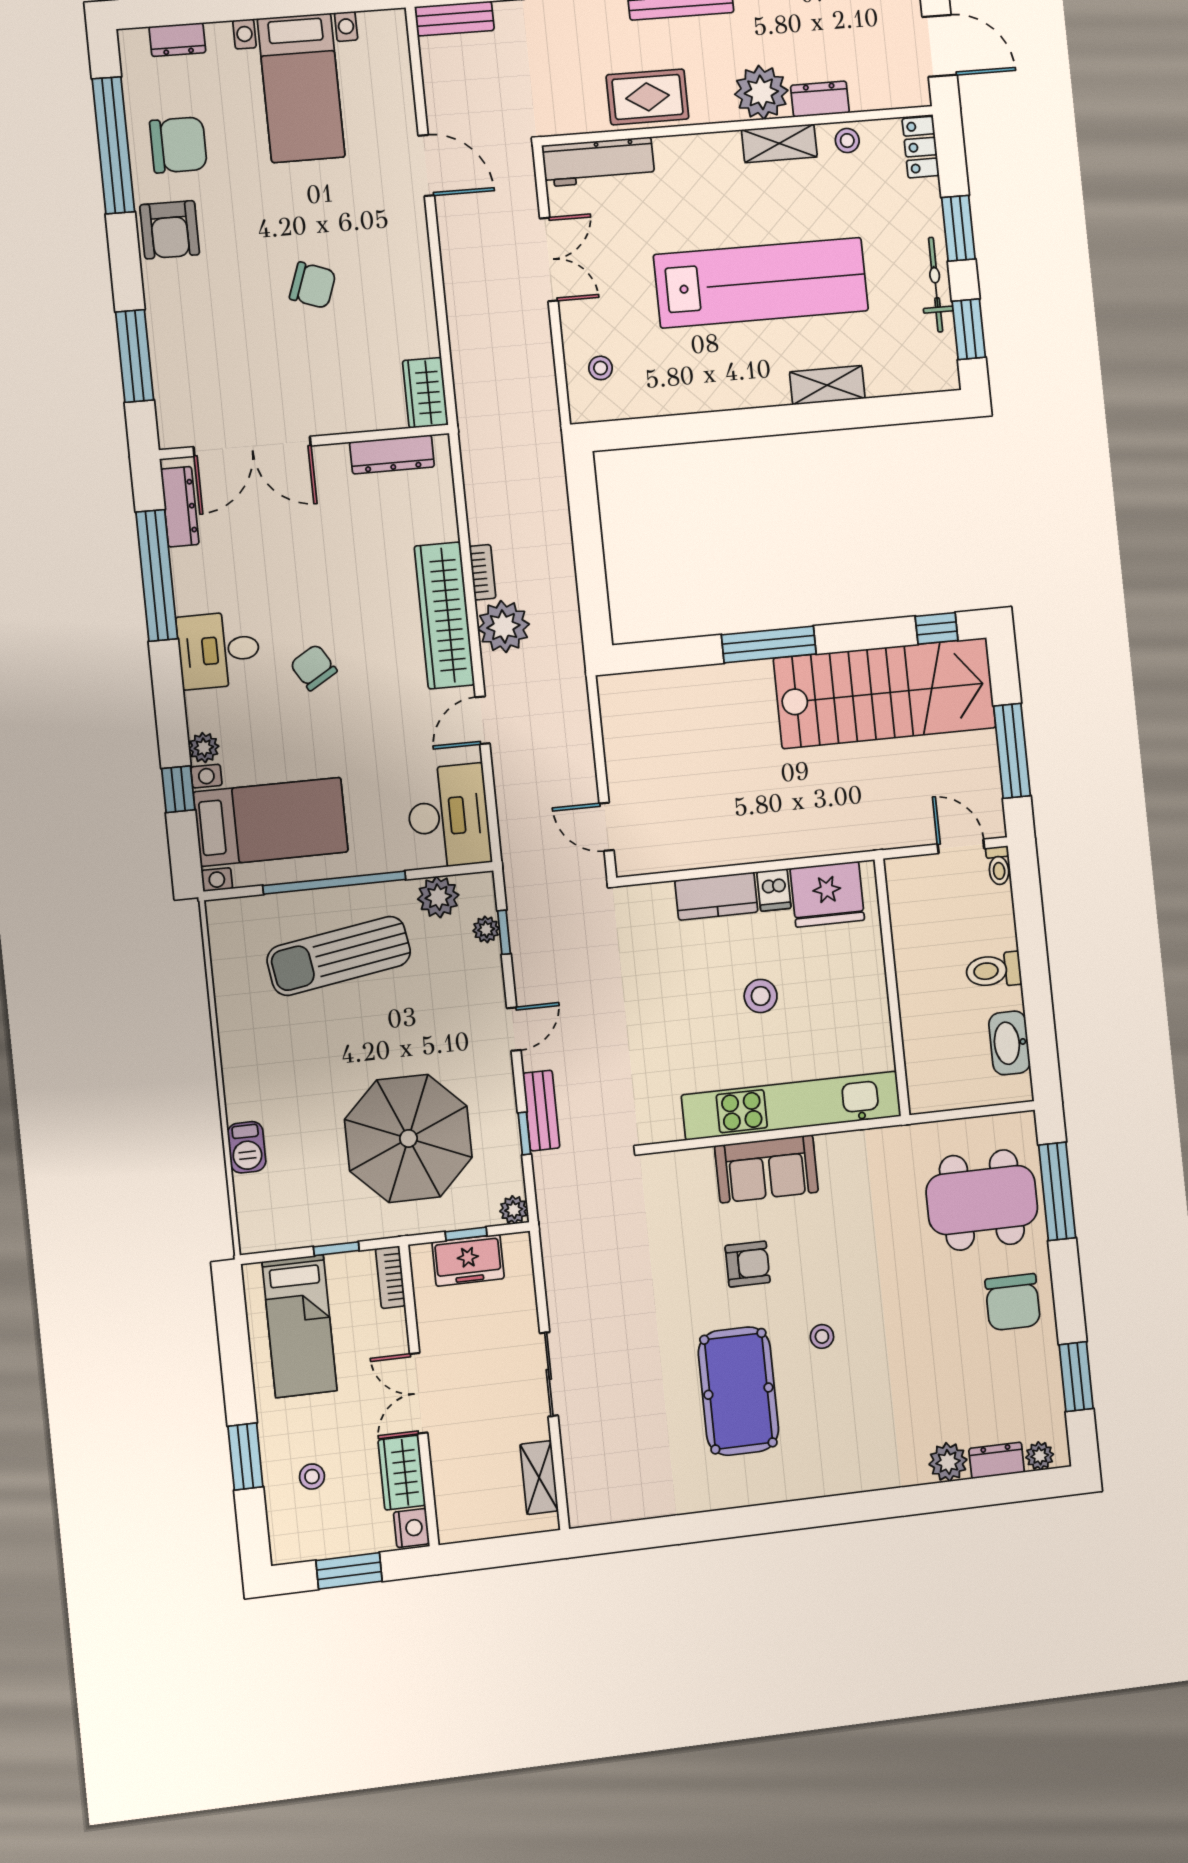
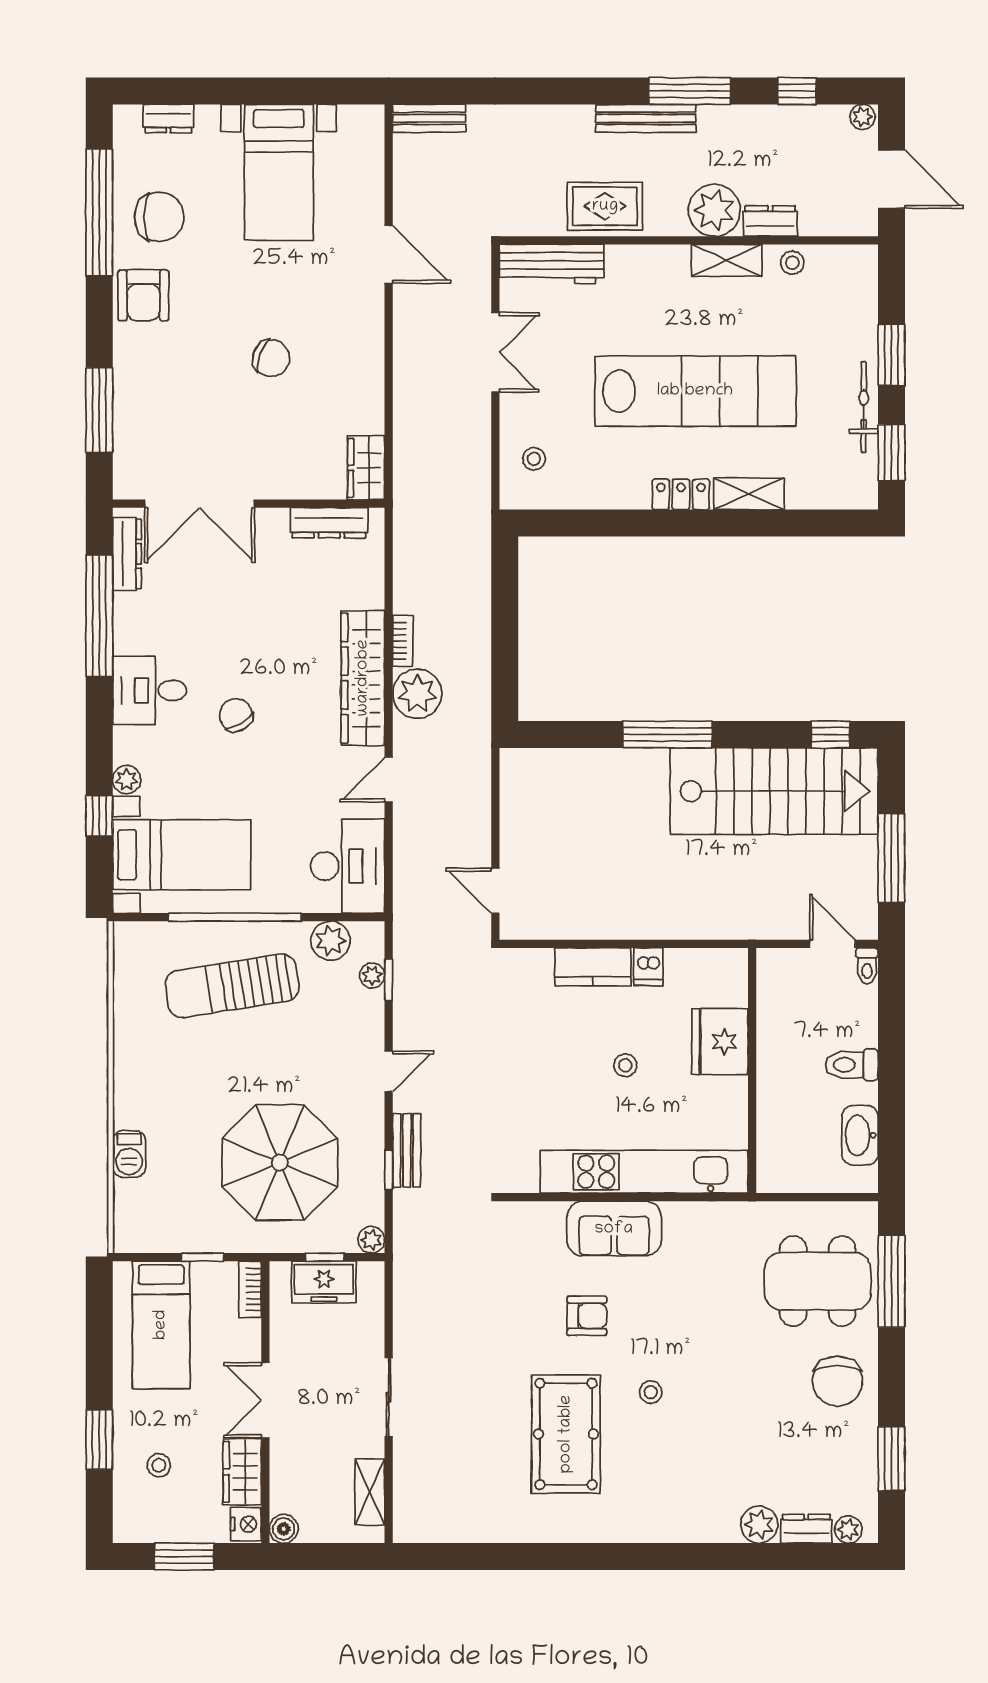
locker: (921, 147) -> (681, 494), moved, turned 90
fridge: (827, 894) -> (720, 1042), moved, turned 90
stool: (761, 996) -> (625, 1065), width x0.73, depth x0.73
boiler: (452, 1528) -> (284, 1529), added

